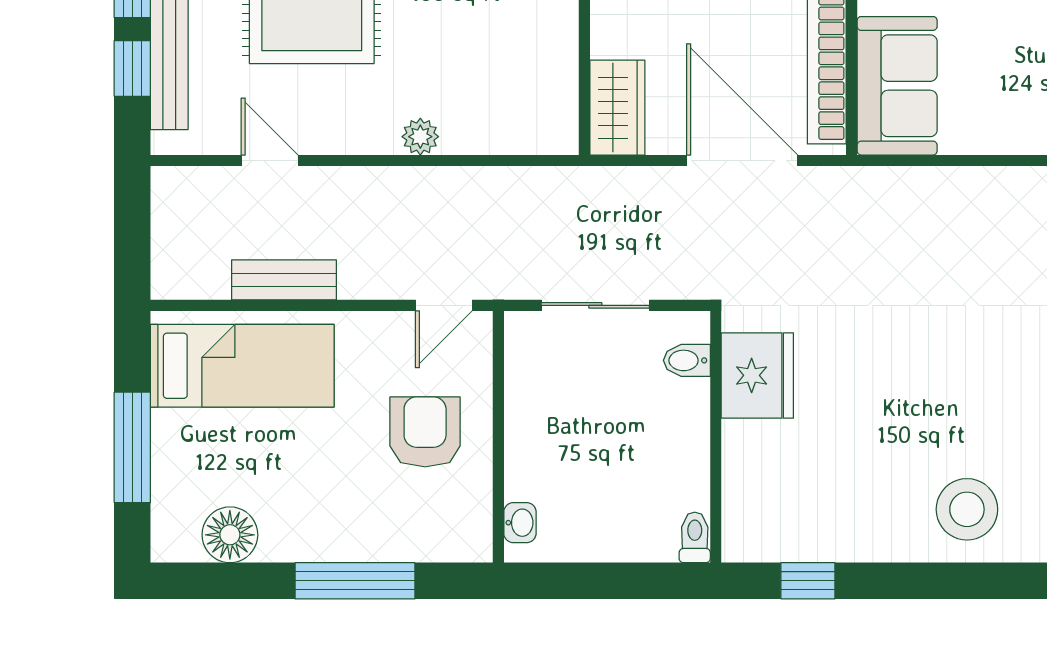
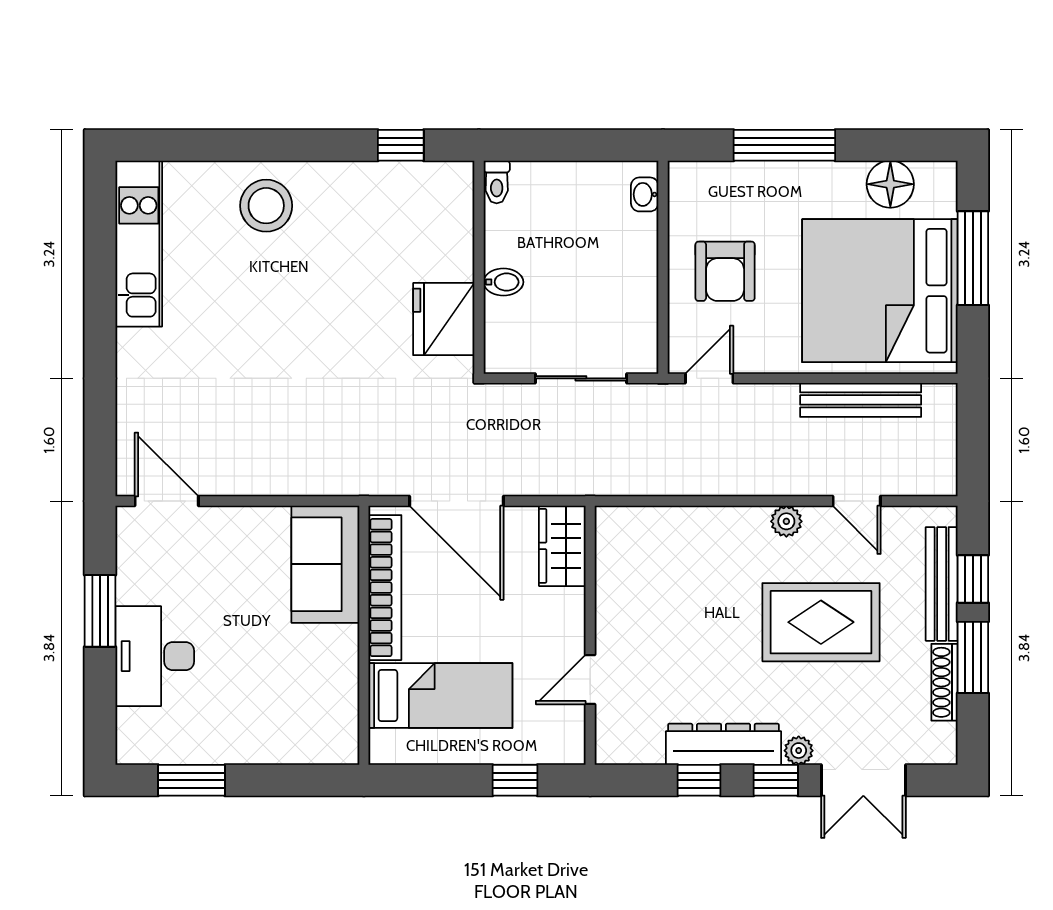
plant: (420, 137) -> (786, 521), moved
bench: (284, 280) -> (861, 400), width x1.36
bidet: (687, 360) -> (503, 282), moved
bed: (242, 366) -> (880, 291), width x2.04

